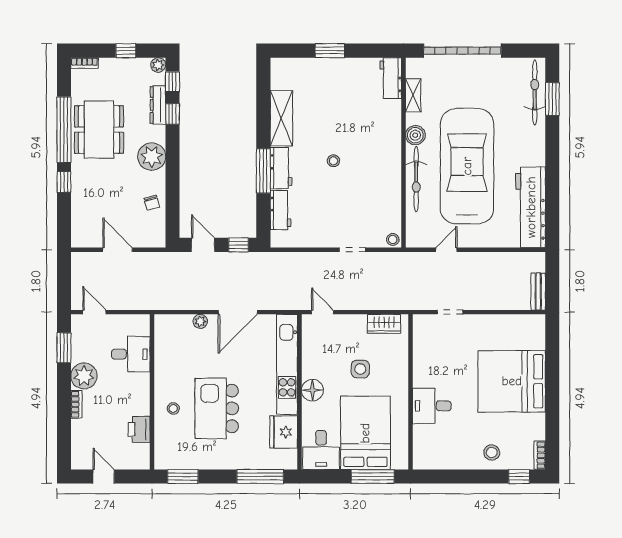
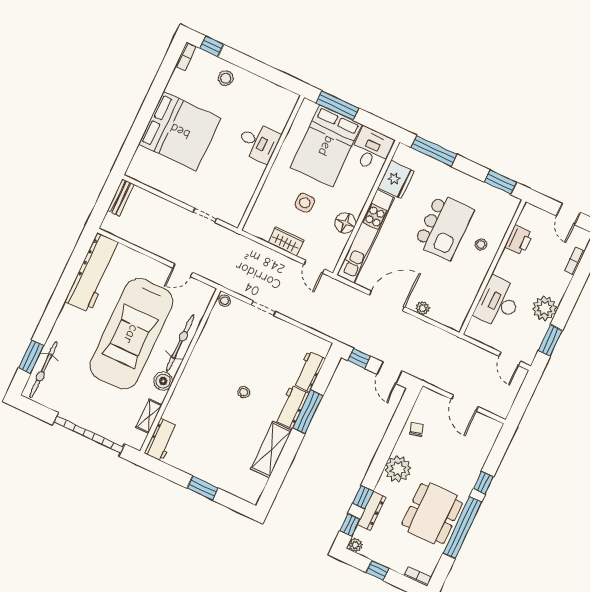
wardrobe: (384, 324) -> (286, 241), moved
desk: (131, 354) -> (498, 302), width x1.37
floor lamp: (312, 390) -> (345, 223), moved
bookcase: (76, 404) -> (575, 261), moved

